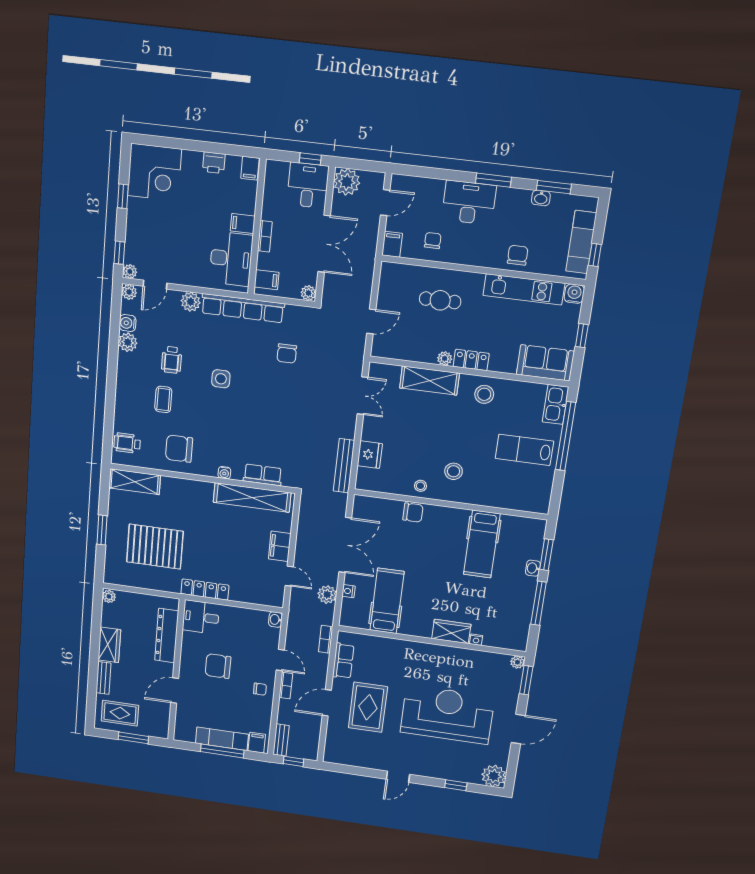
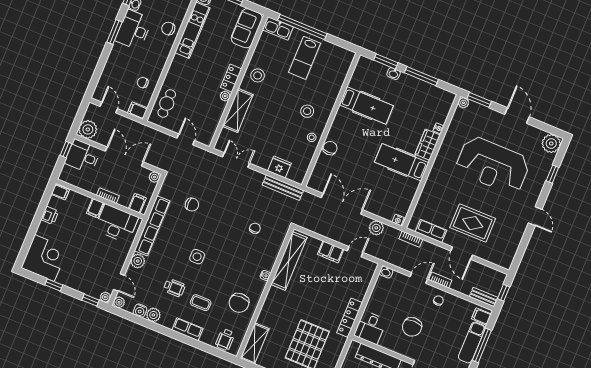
desk: (469, 203) -> (134, 30), moved
cafe table: (440, 300) -> (167, 103), moved
chair: (281, 444) -> (255, 228), added
row of seats: (263, 475) -> (187, 329), moved, turned 90
nightstand: (348, 591) -> (398, 220), moved
hospital bed: (387, 601) -> (402, 162), moved
reception desk: (447, 715) -> (493, 165), turned -90

